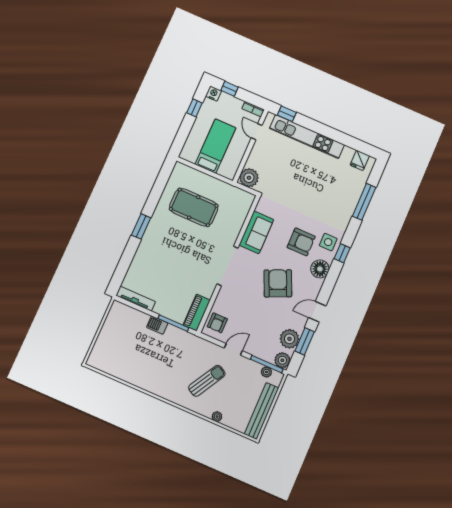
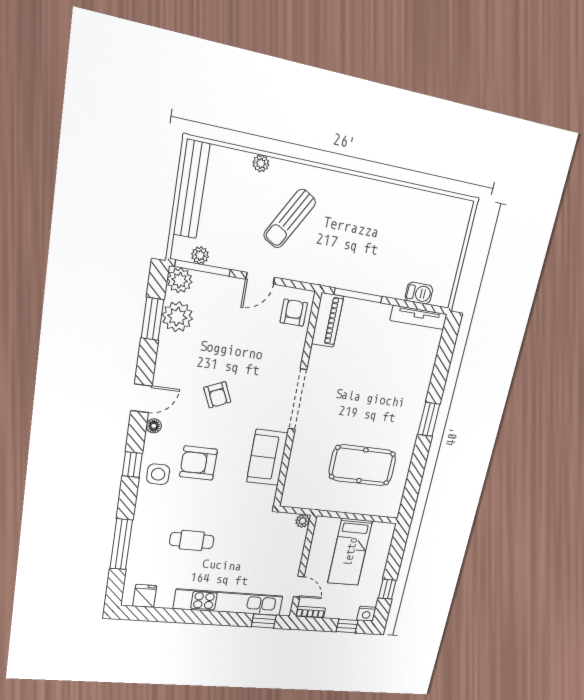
plant: (249, 178) -> (303, 521), width x0.53, depth x0.53
cafe table: (319, 190) -> (192, 541), added
floor lamp: (320, 269) -> (154, 426), width x0.53, depth x0.53
armchair: (278, 283) -> (217, 395), width x0.53, depth x0.53
door: (317, 312) -> (141, 398), moved
barbecue: (157, 325) -> (419, 293), moved

